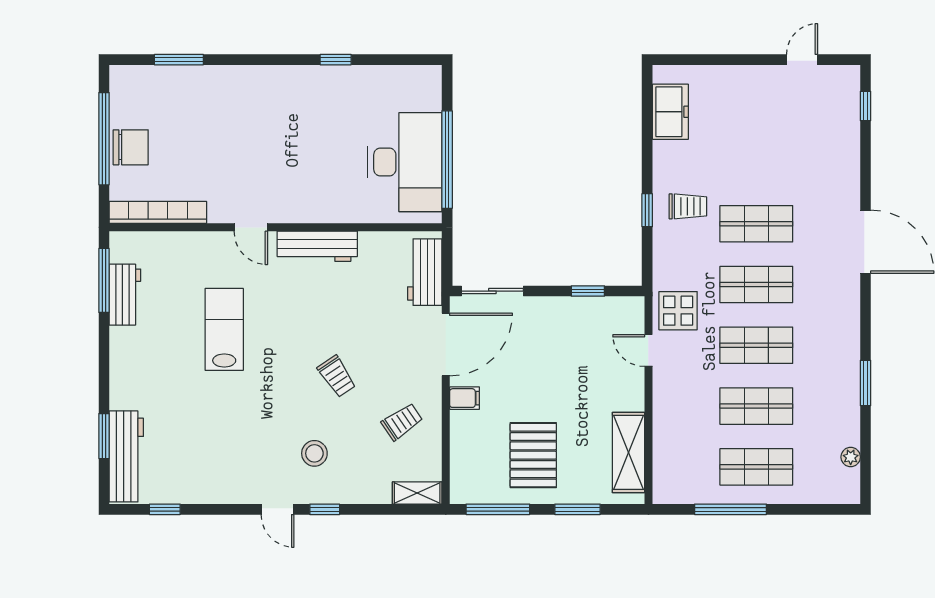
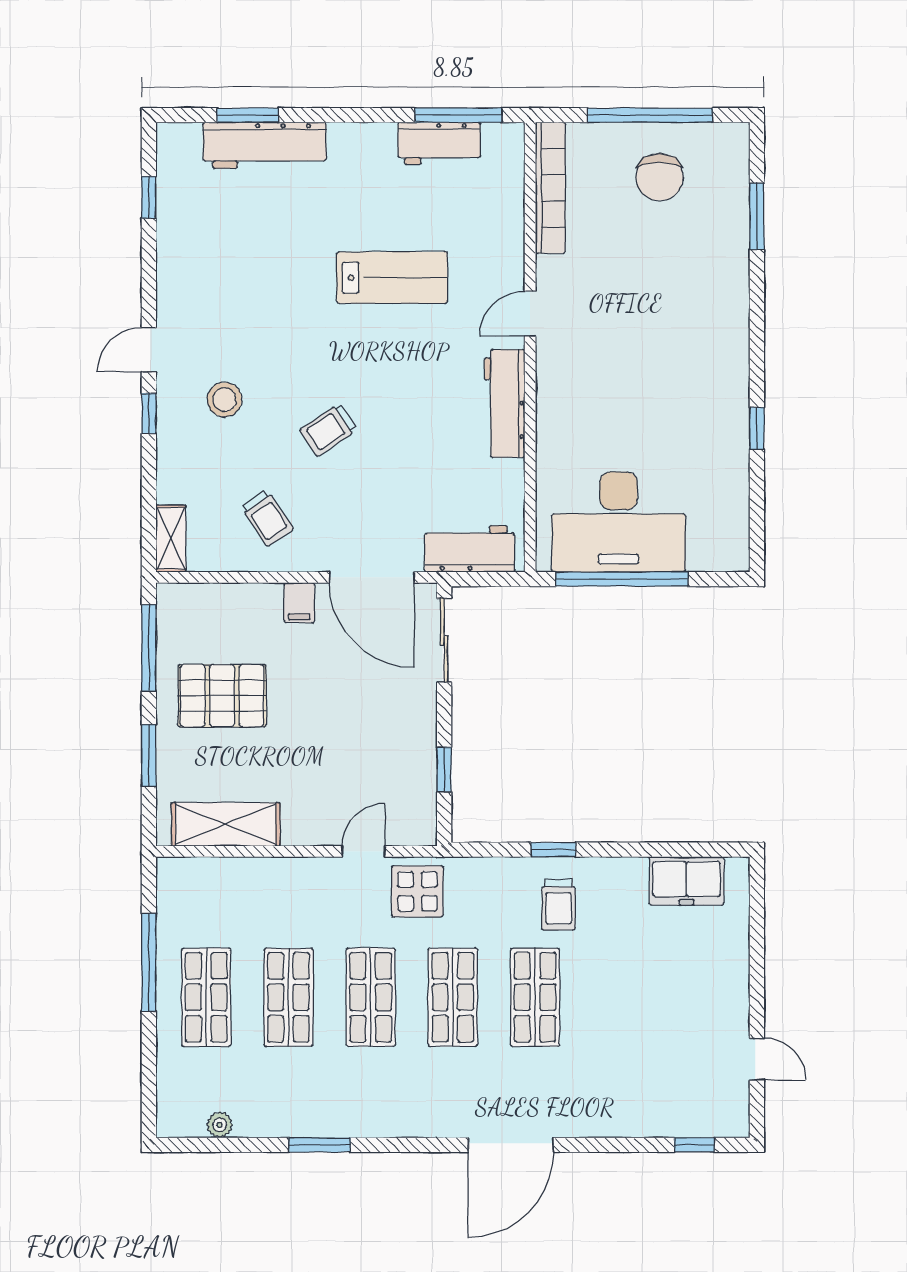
chair: (131, 147) -> (660, 177), moved
workbench: (126, 456) -> (265, 145), moved

